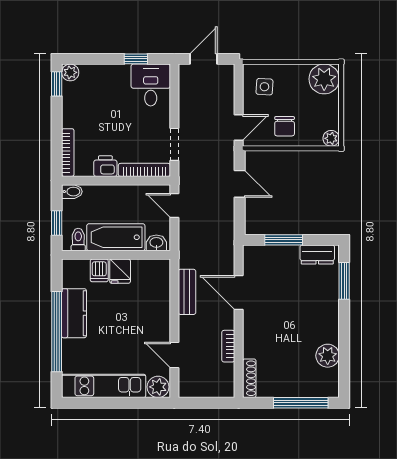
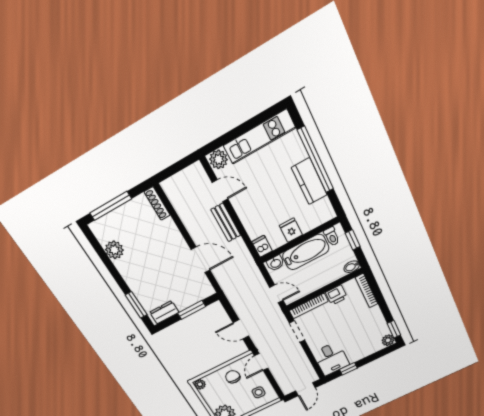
dishwasher: (99, 270) -> (262, 246), moved
bench: (187, 292) -> (226, 222), moved
bookcase: (228, 346) -> (186, 219), removed

